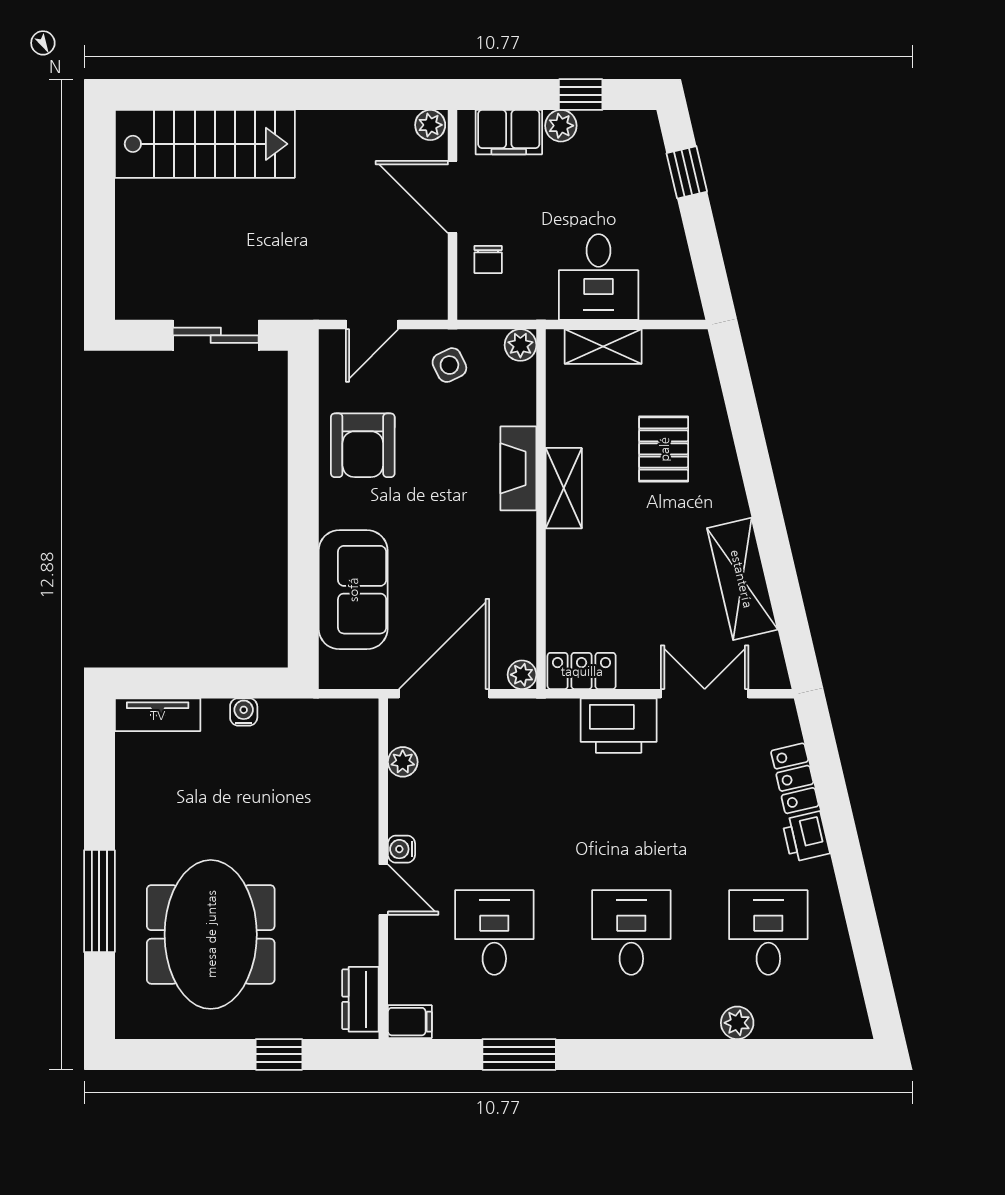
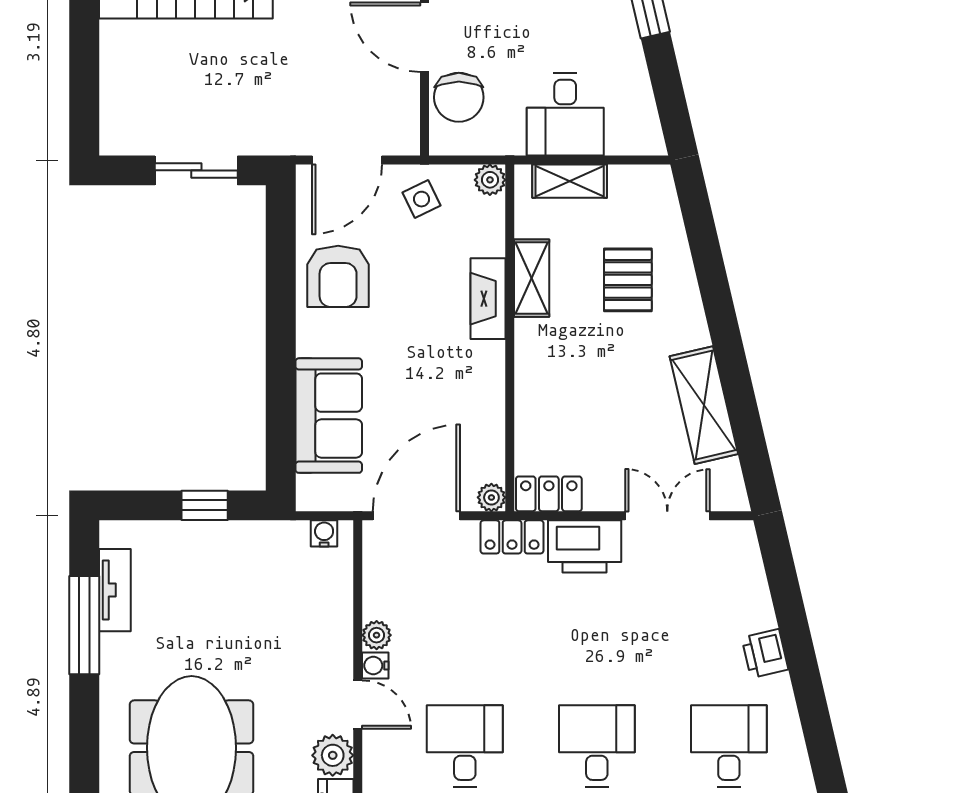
chair: (488, 259) -> (459, 97), width x1.87, depth x1.87
door: (372, 325) -> (347, 160), width x1.38
shelving: (564, 488) -> (532, 278), moved
window: (224, 683) -> (205, 505), added
water cooler: (244, 712) -> (324, 533), moved
tv unit: (158, 715) -> (115, 590), moved, turned -90
plant: (403, 762) -> (377, 635), moved
locker: (795, 778) -> (512, 537), moved, turned -77
window: (99, 901) -> (84, 625), moved
plant: (357, 942) -> (333, 755), added

